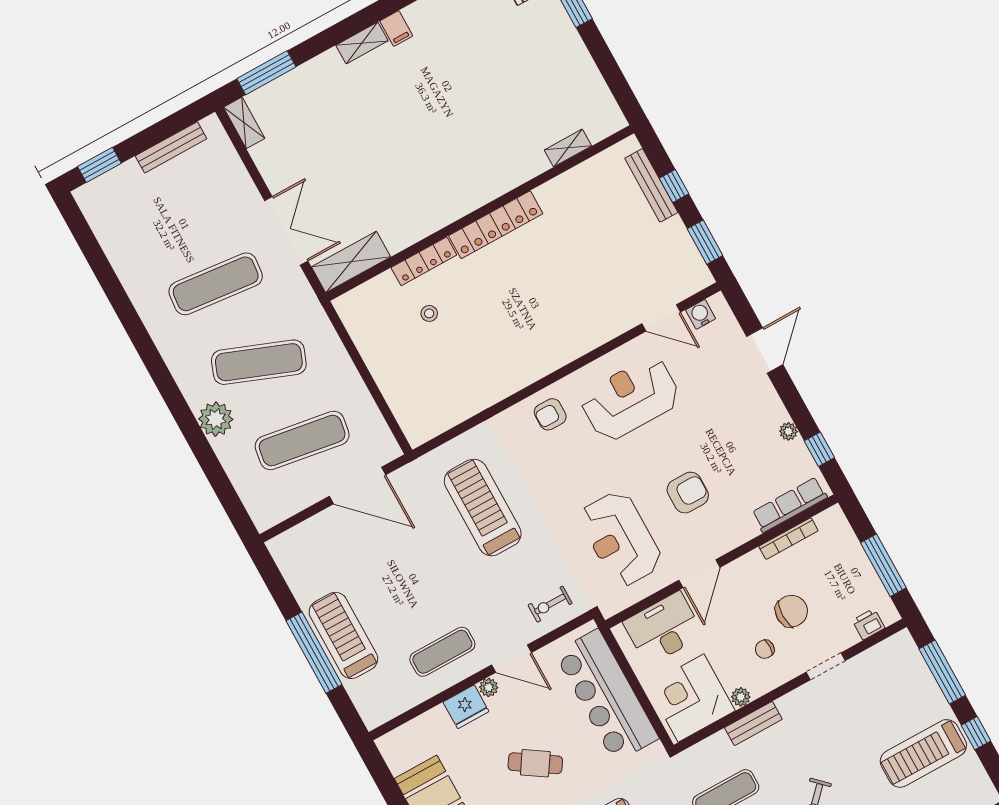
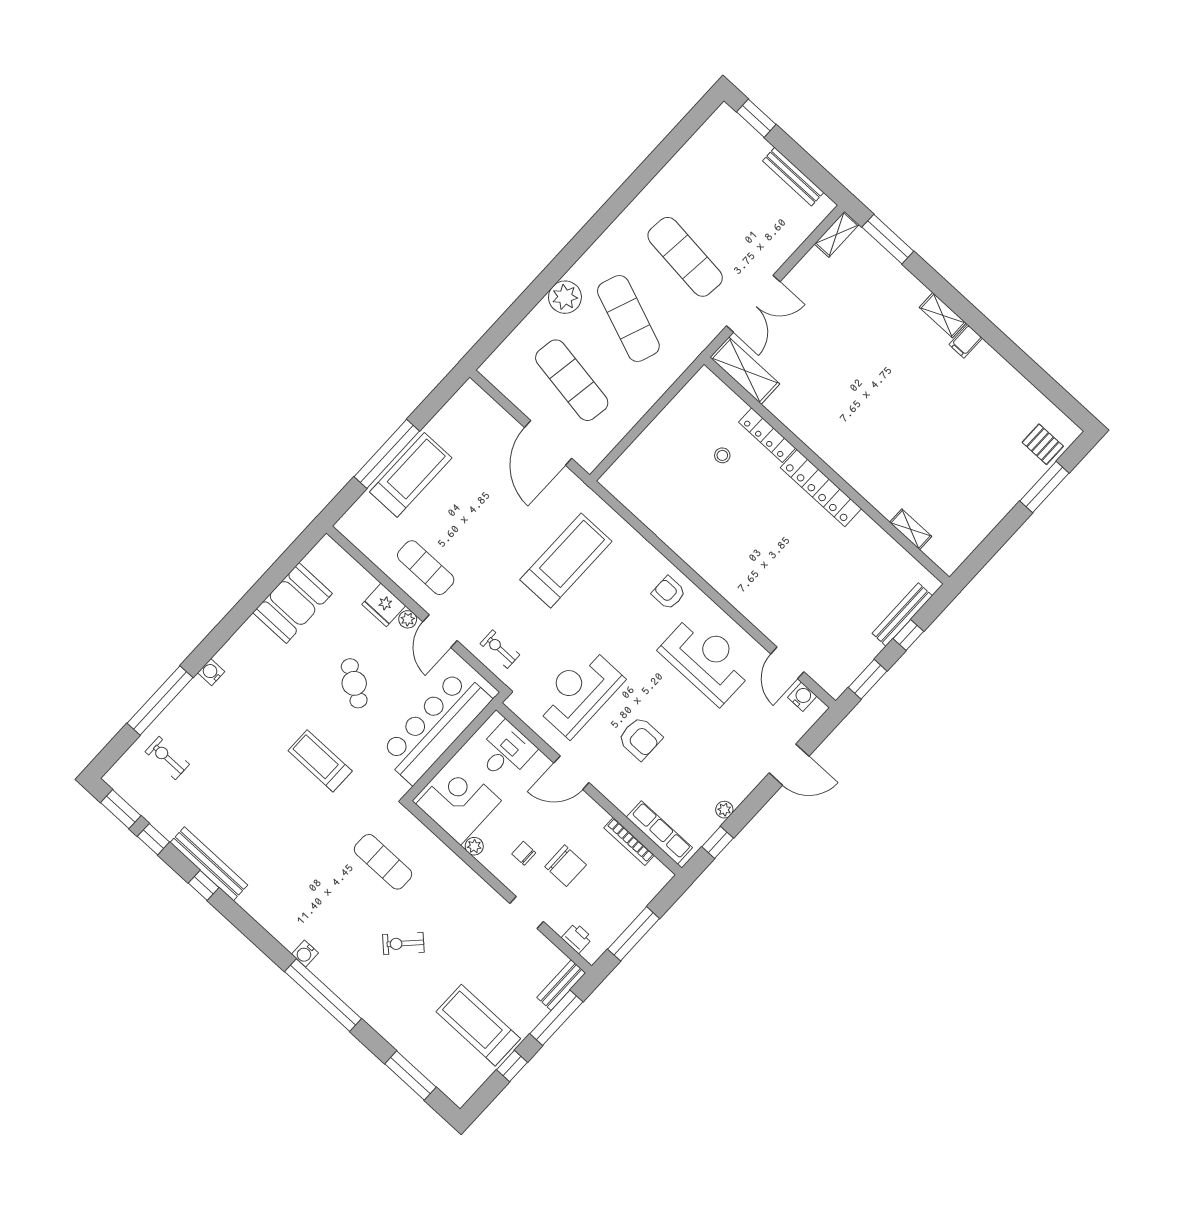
desk: (663, 629) -> (506, 751), width x0.73
bench: (753, 723) -> (561, 985), moved, turned 90

